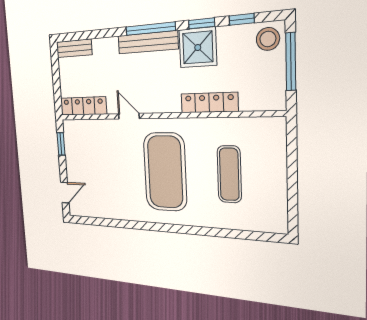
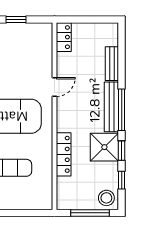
bench: (74, 48) -> (112, 64), moved
locker: (83, 106) -> (64, 37), width x0.66
window: (61, 144) -> (16, 19), moved

